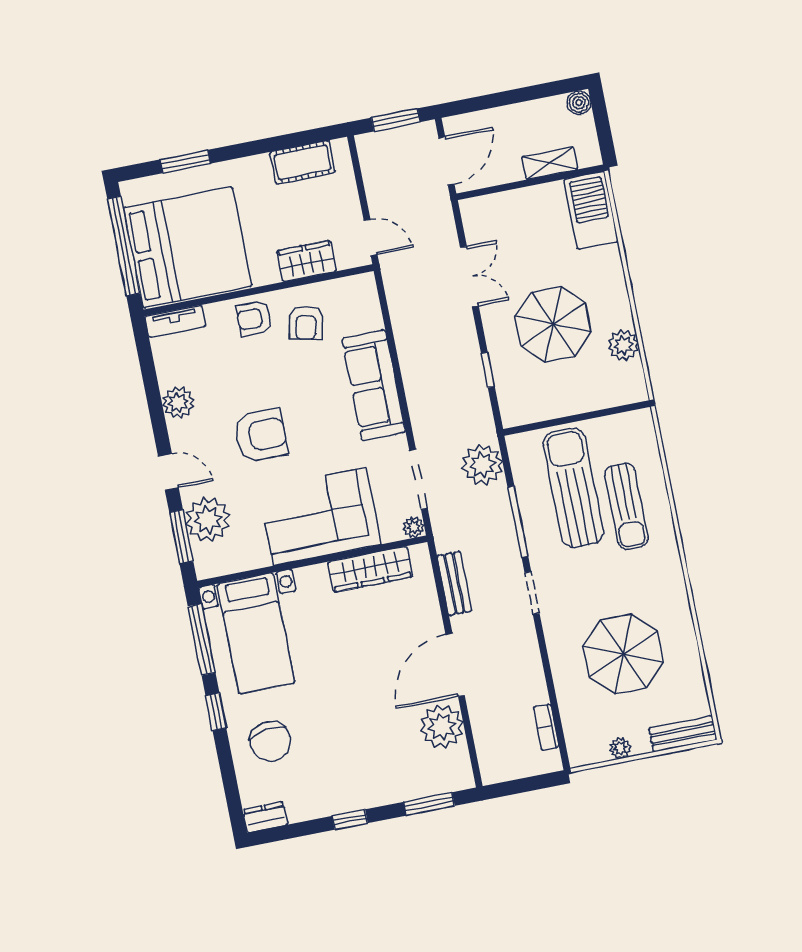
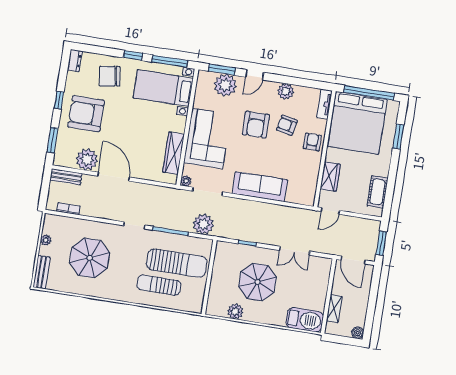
armchair: (306, 323) -> (287, 125), moved
bench: (454, 583) -> (66, 177), moved
armchair: (357, 759) -> (86, 114), added

